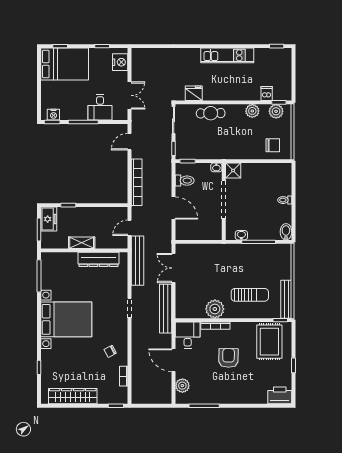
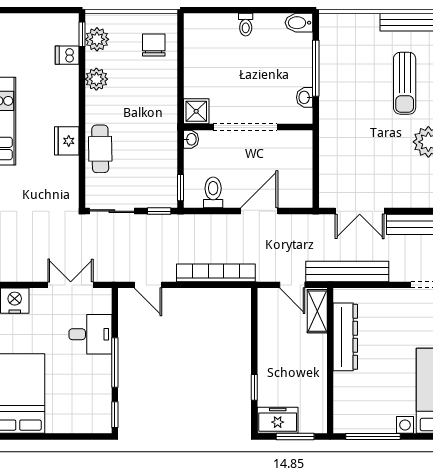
fridge: (194, 93) -> (67, 141), moved
nightstand: (53, 115) -> (102, 412), removed
shelving: (82, 243) -> (317, 311), moved
sun lounger: (250, 295) -> (405, 83), turned 180

